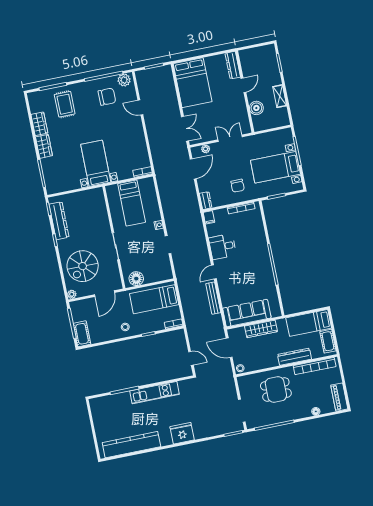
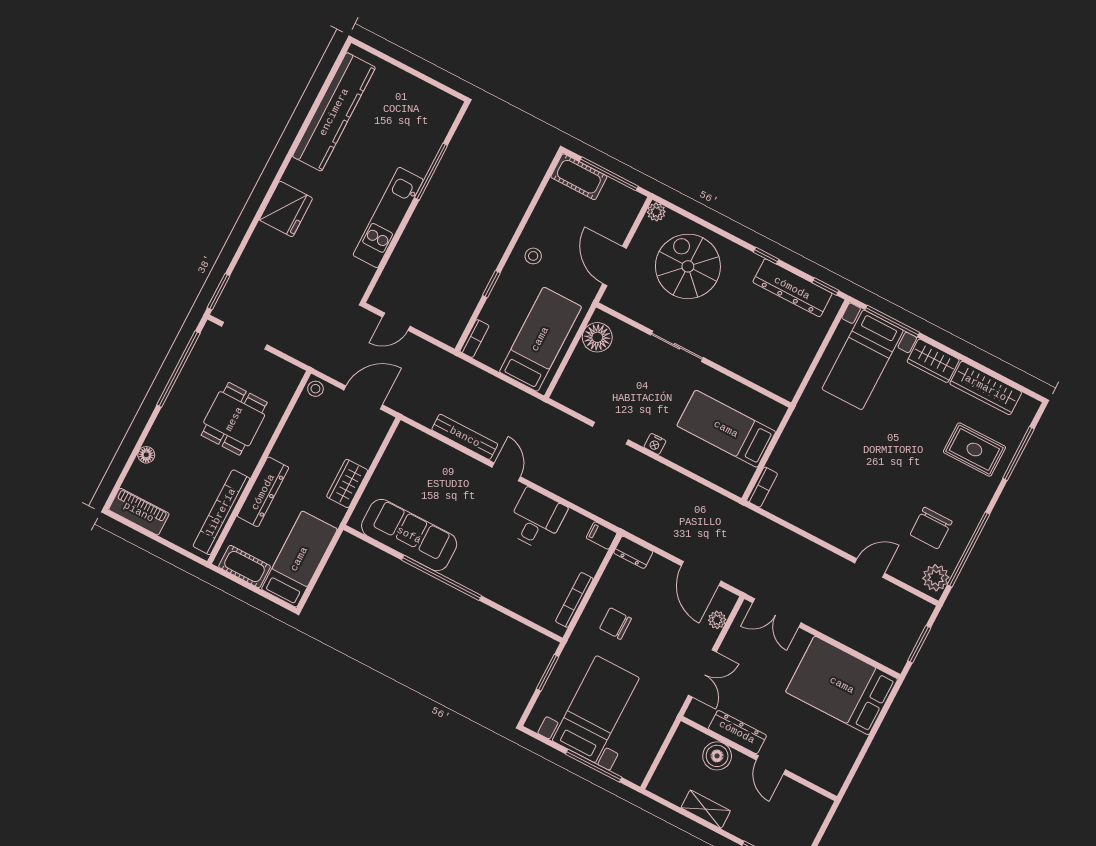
dresser: (233, 65) -> (737, 732), moved
wardrobe: (39, 124) -> (986, 388), width x1.50
bed with nightstands: (96, 163) -> (863, 360), moved, turned 90
sofa: (247, 313) -> (409, 535), moved, turned -90
wardrobe: (261, 329) -> (347, 483), width x0.67

